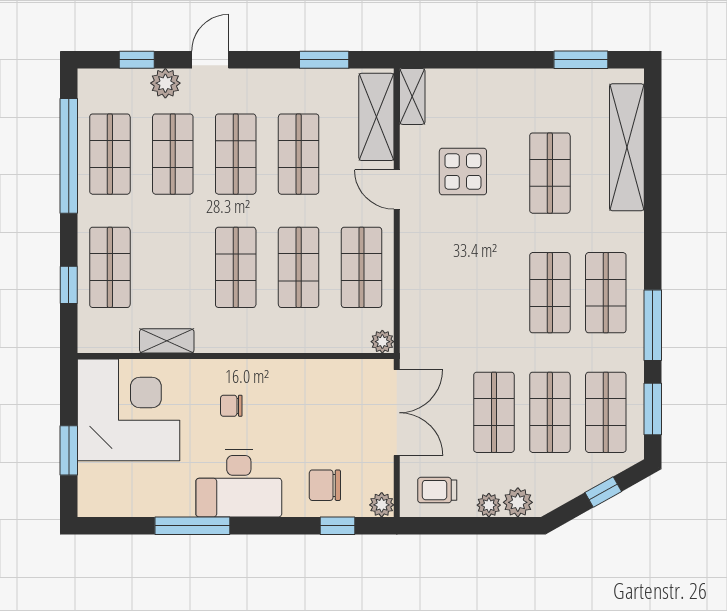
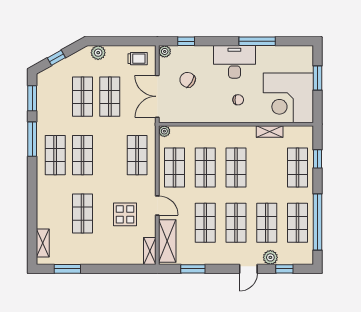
shelving: (627, 147) -> (43, 243), width x0.45, depth x0.75
shop shelf: (606, 412) -> (137, 155), moved
chair: (325, 485) -> (188, 80), moved, turned -148
plant: (489, 505) -> (112, 51), removed

